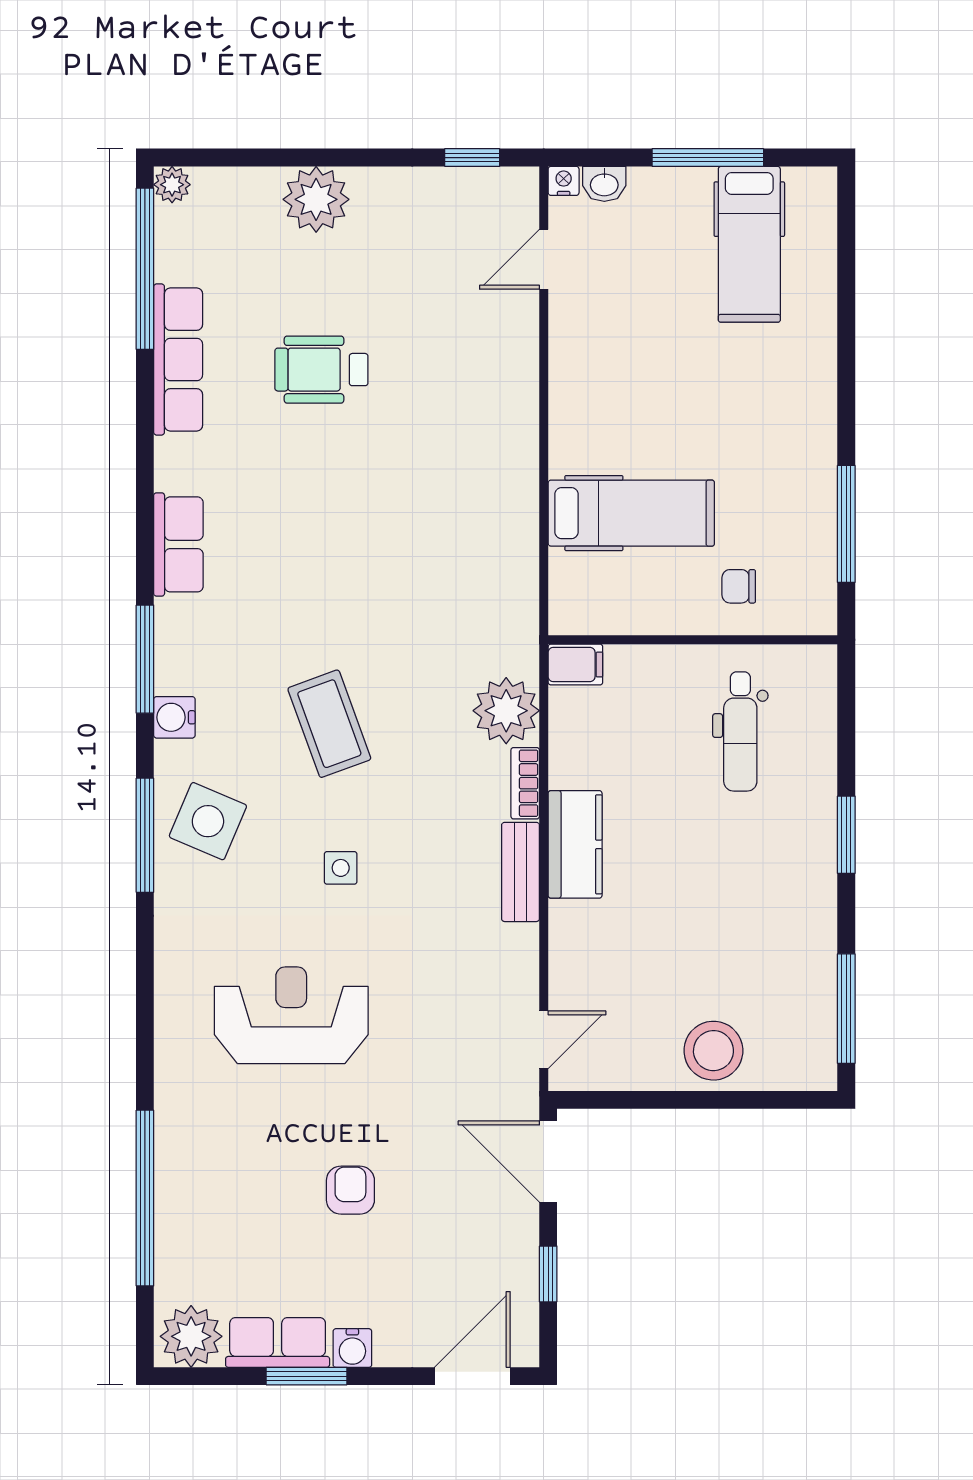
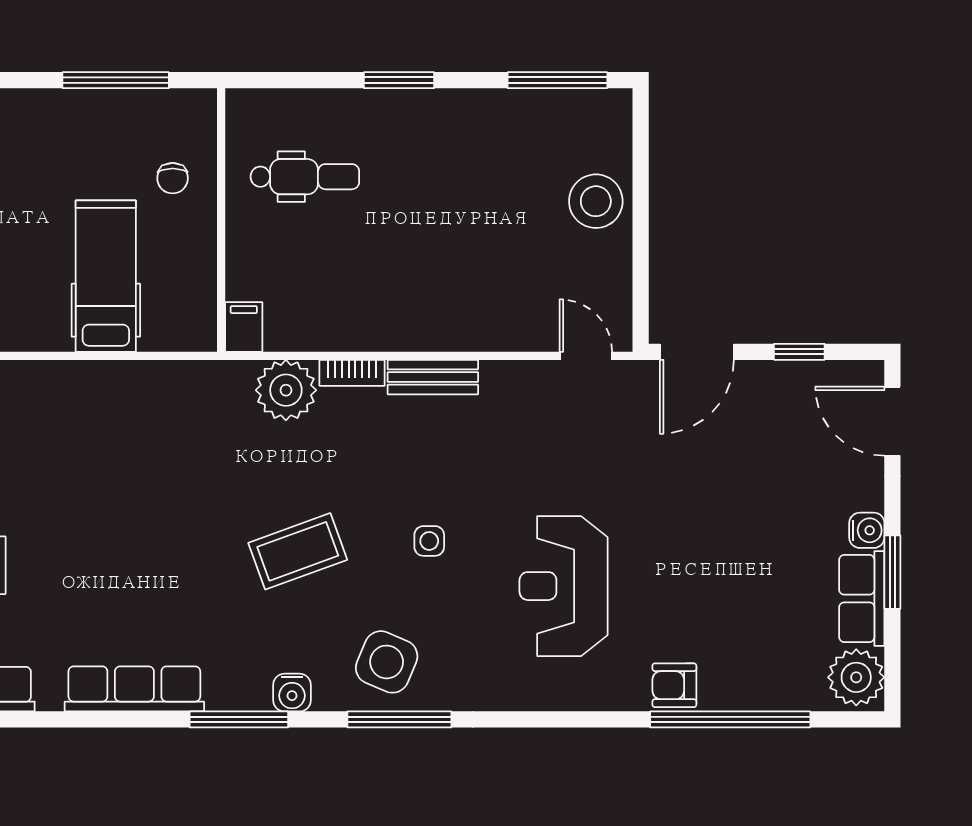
row of seats: (178, 544) -> (134, 689), width x1.48
kitchen counter: (575, 844) -> (408, 327), removed
armchair: (350, 1190) -> (674, 685), moved

